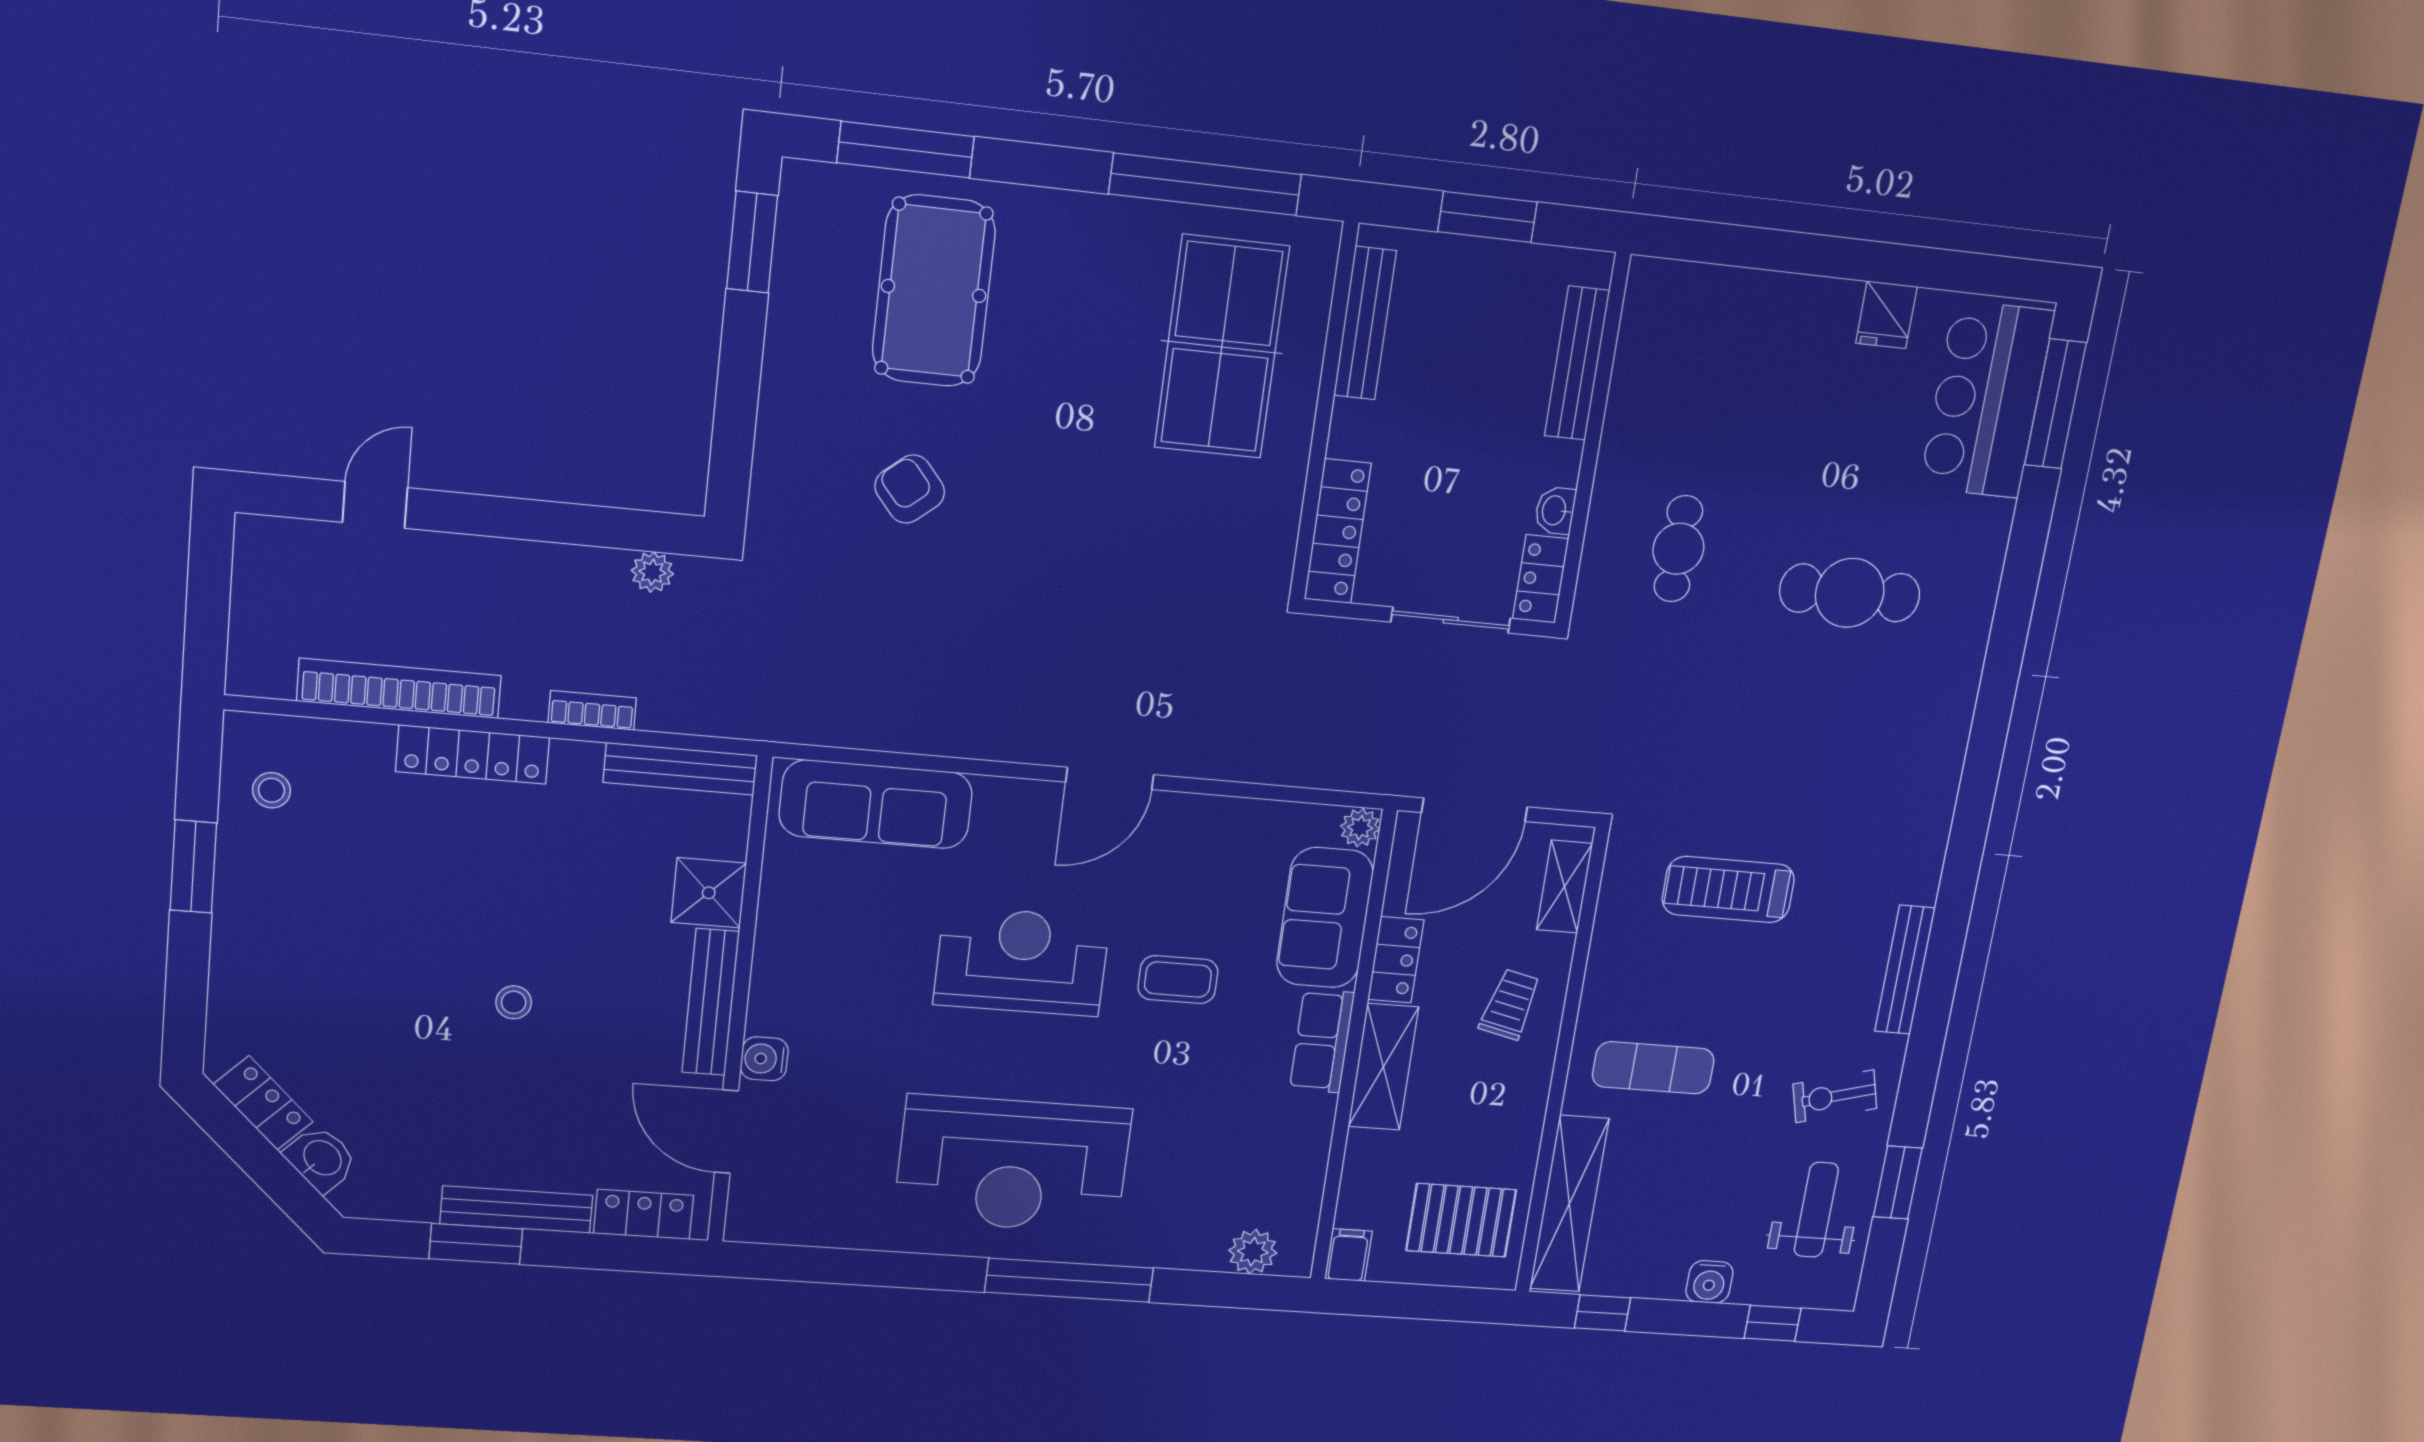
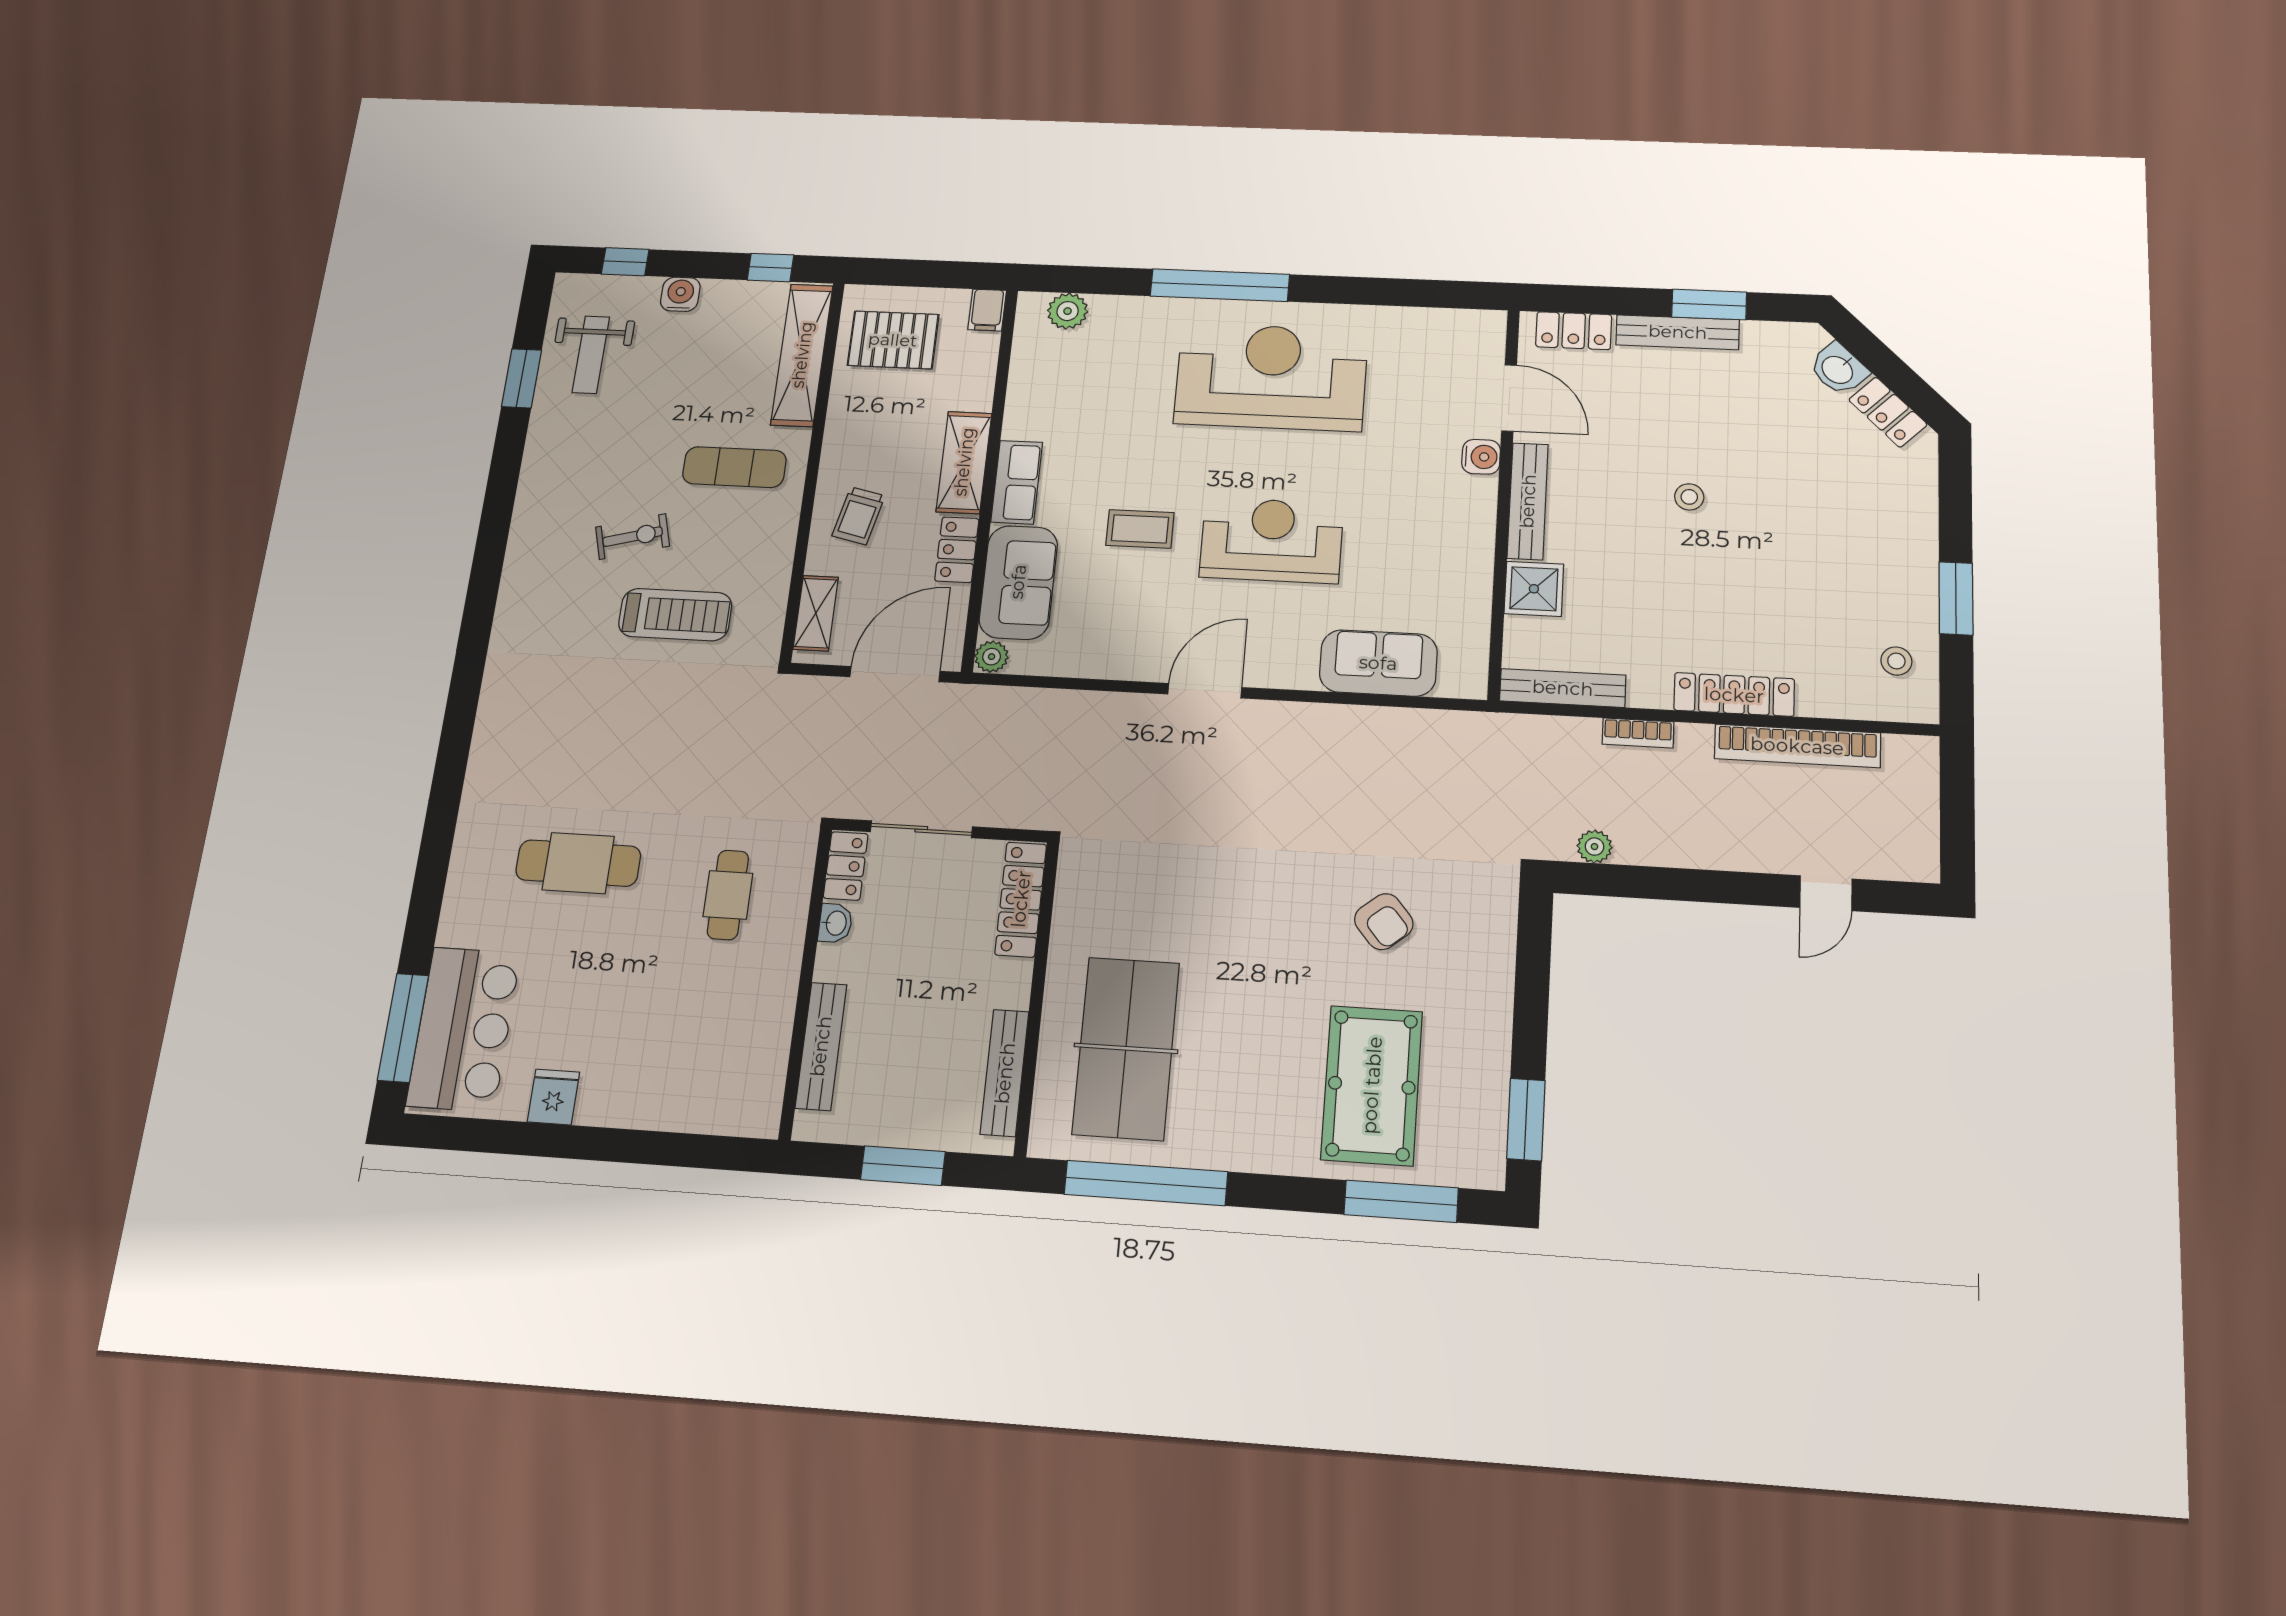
sofa: (876, 804) -> (1378, 663), width x0.73
reception desk: (1022, 961) -> (1272, 540), turned 180
bench: (1905, 970) -> (521, 553), removed
exercise bike: (1835, 1096) -> (633, 537), moved

